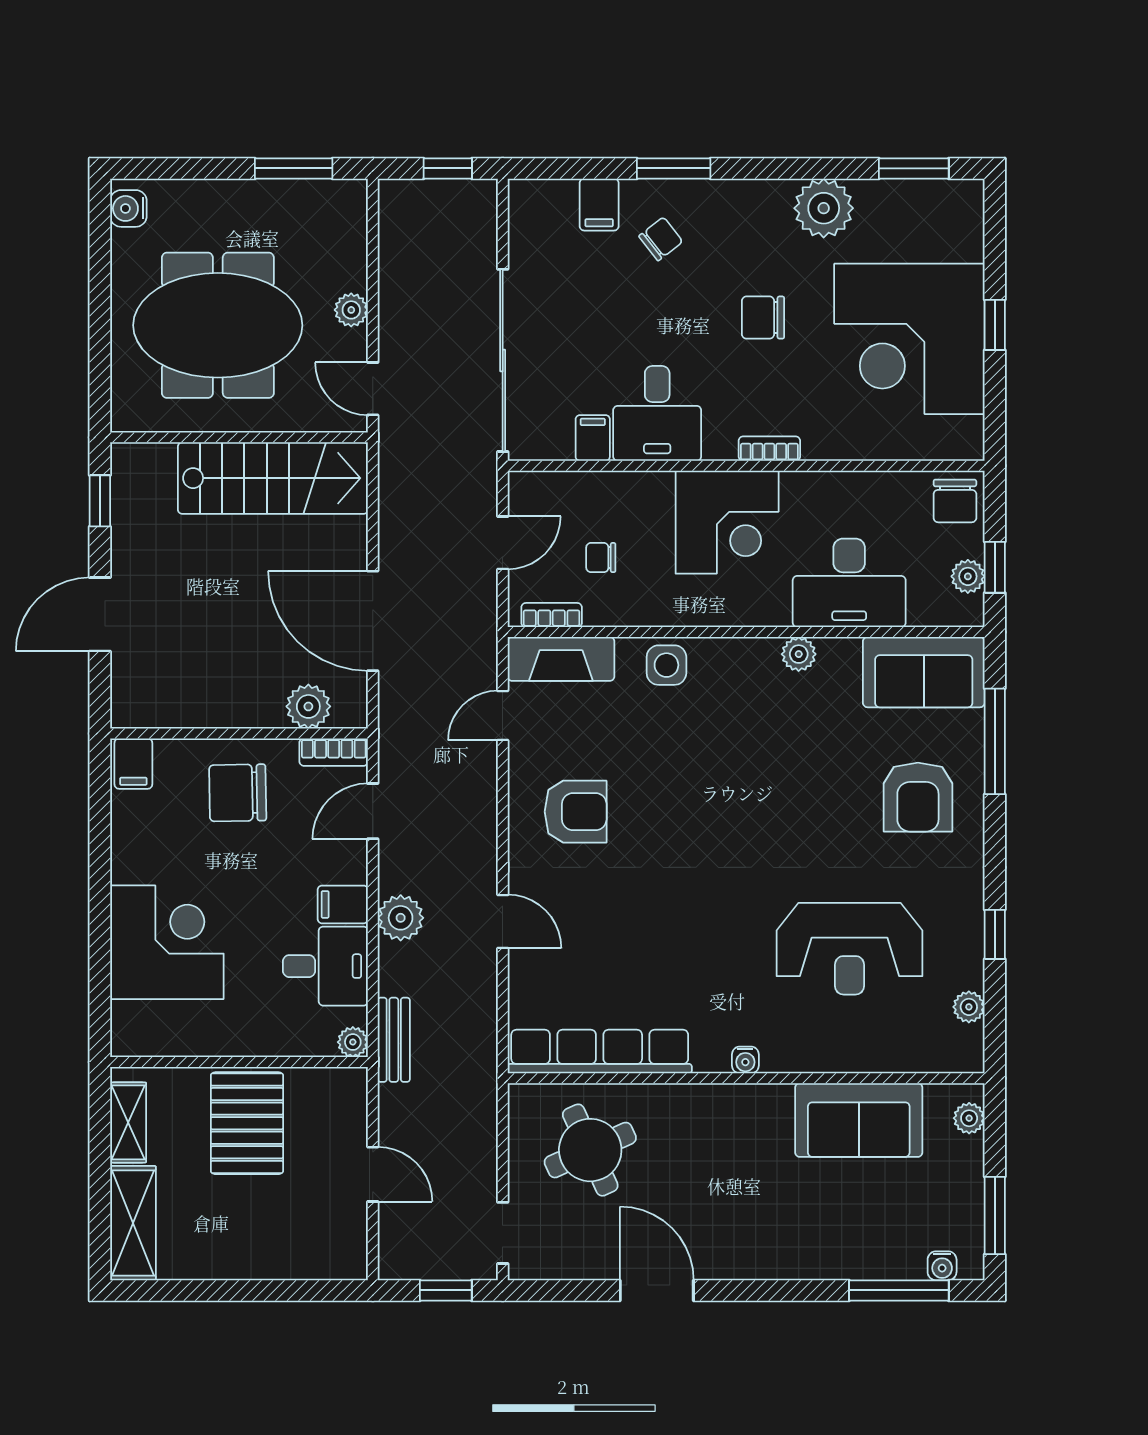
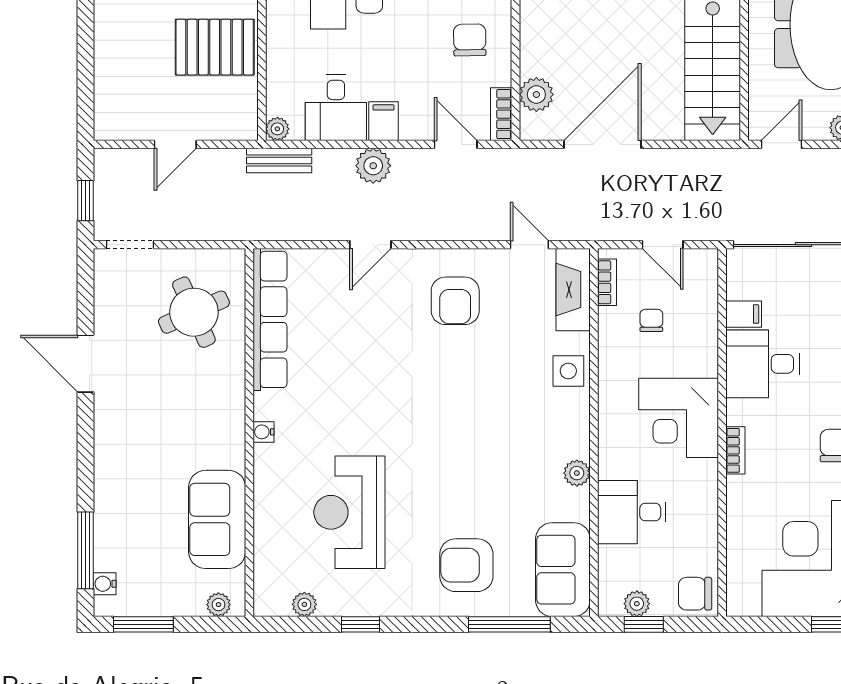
desk: (849, 583) -> (632, 512), width x0.73
chair: (238, 793) -> (470, 40), width x0.73, depth x0.73
door: (657, 1290) -> (86, 364), swing flipped

